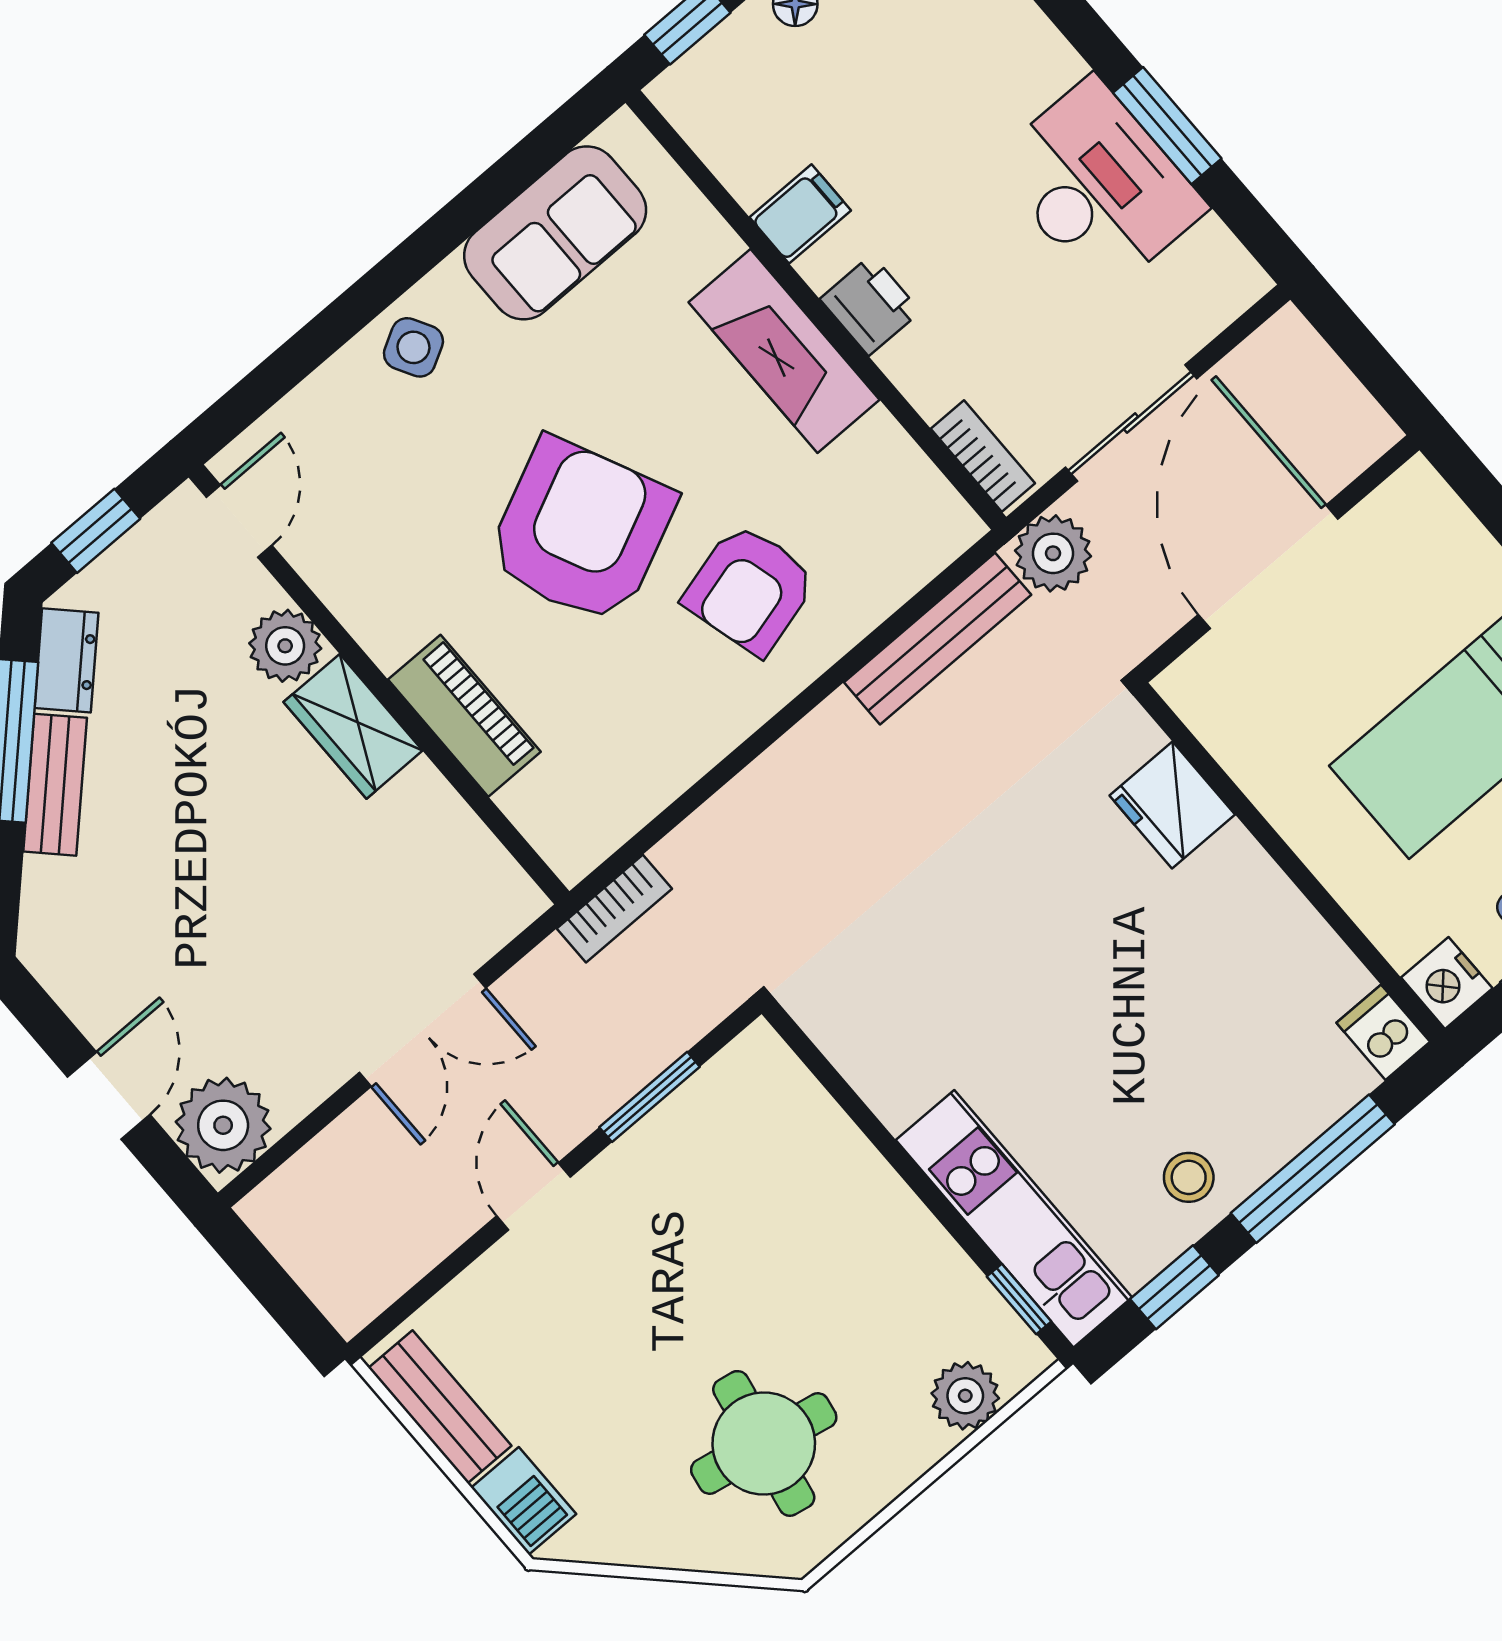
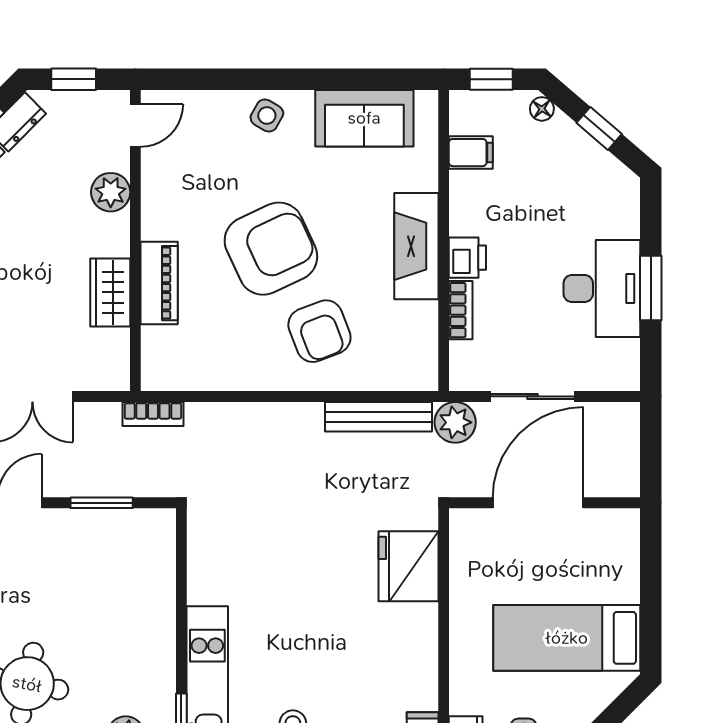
filing cabinet: (800, 214) -> (471, 153), moved
side table: (413, 347) -> (267, 116), turned -31
bookcase: (983, 456) -> (461, 310), moved
armchair: (750, 589) -> (319, 331), turned -96
wardrobe: (353, 726) -> (110, 292), moved
fridge: (1172, 805) -> (408, 566), width x1.36, depth x1.34

